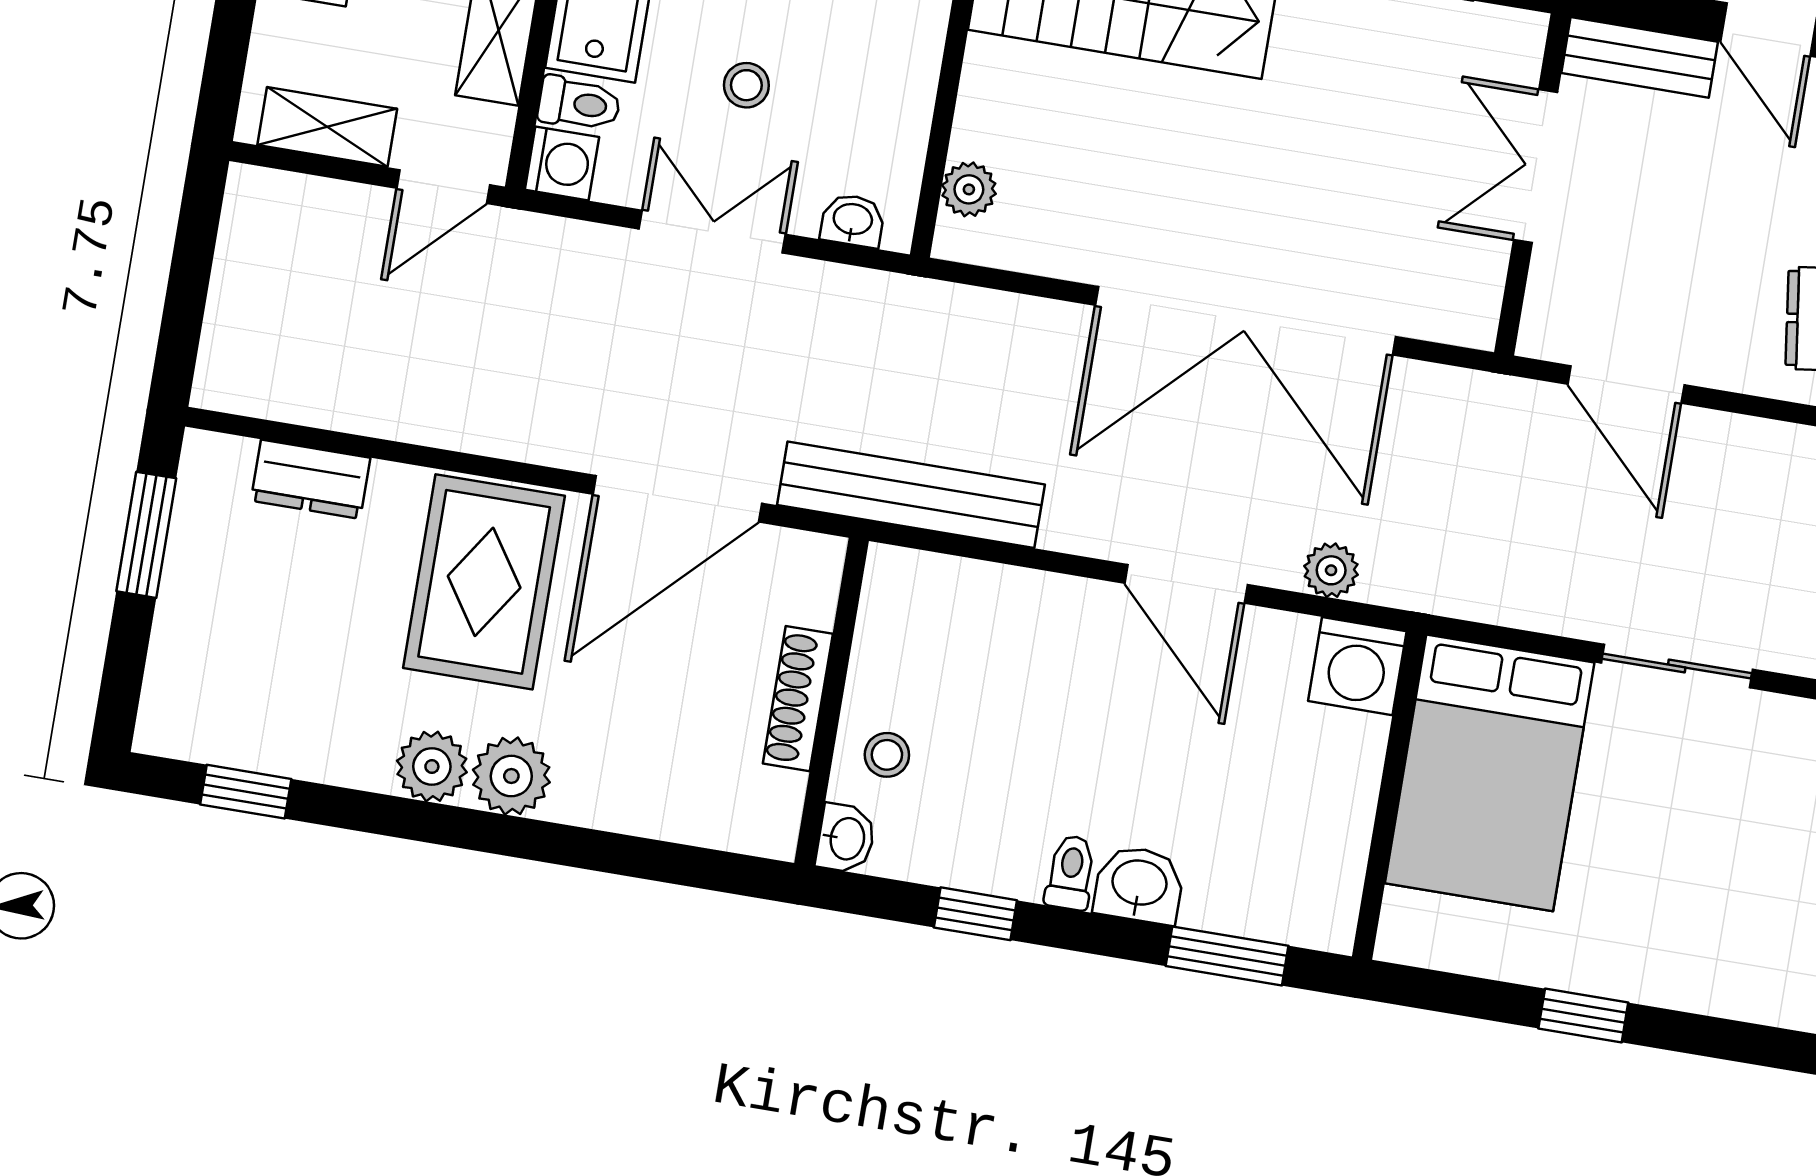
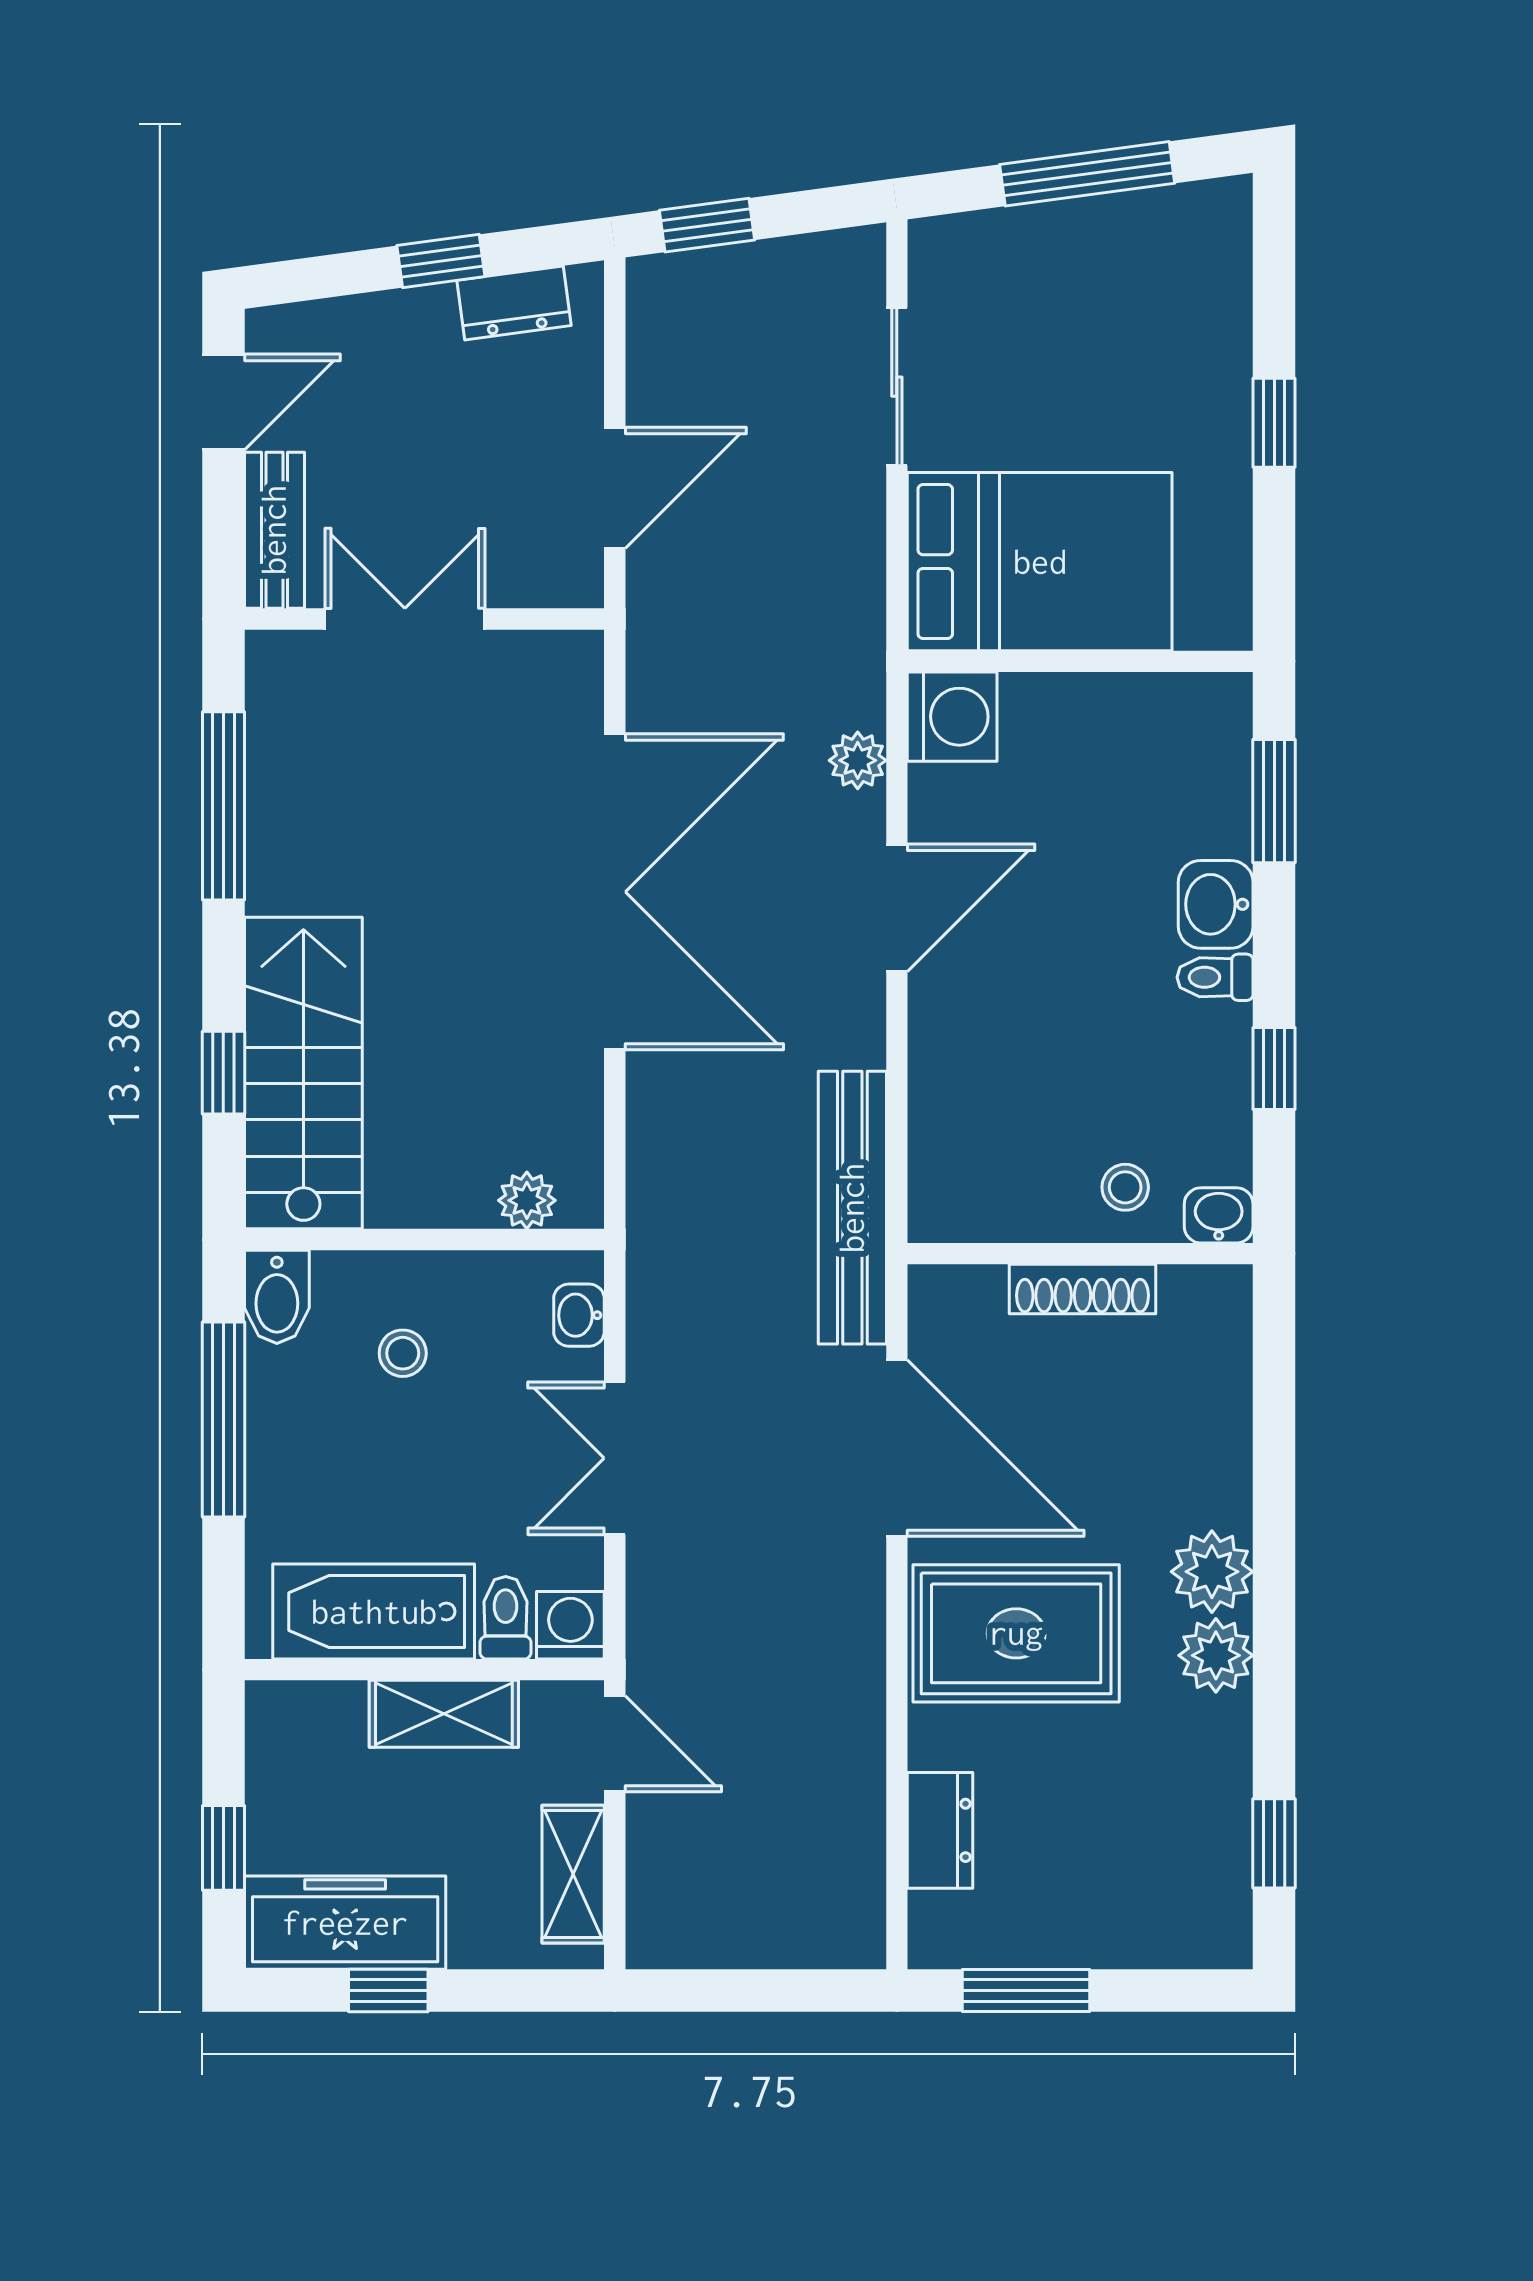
stool: (746, 85) -> (403, 1353), moved
double door: (1536, 166) -> (405, 619), swing flipped

